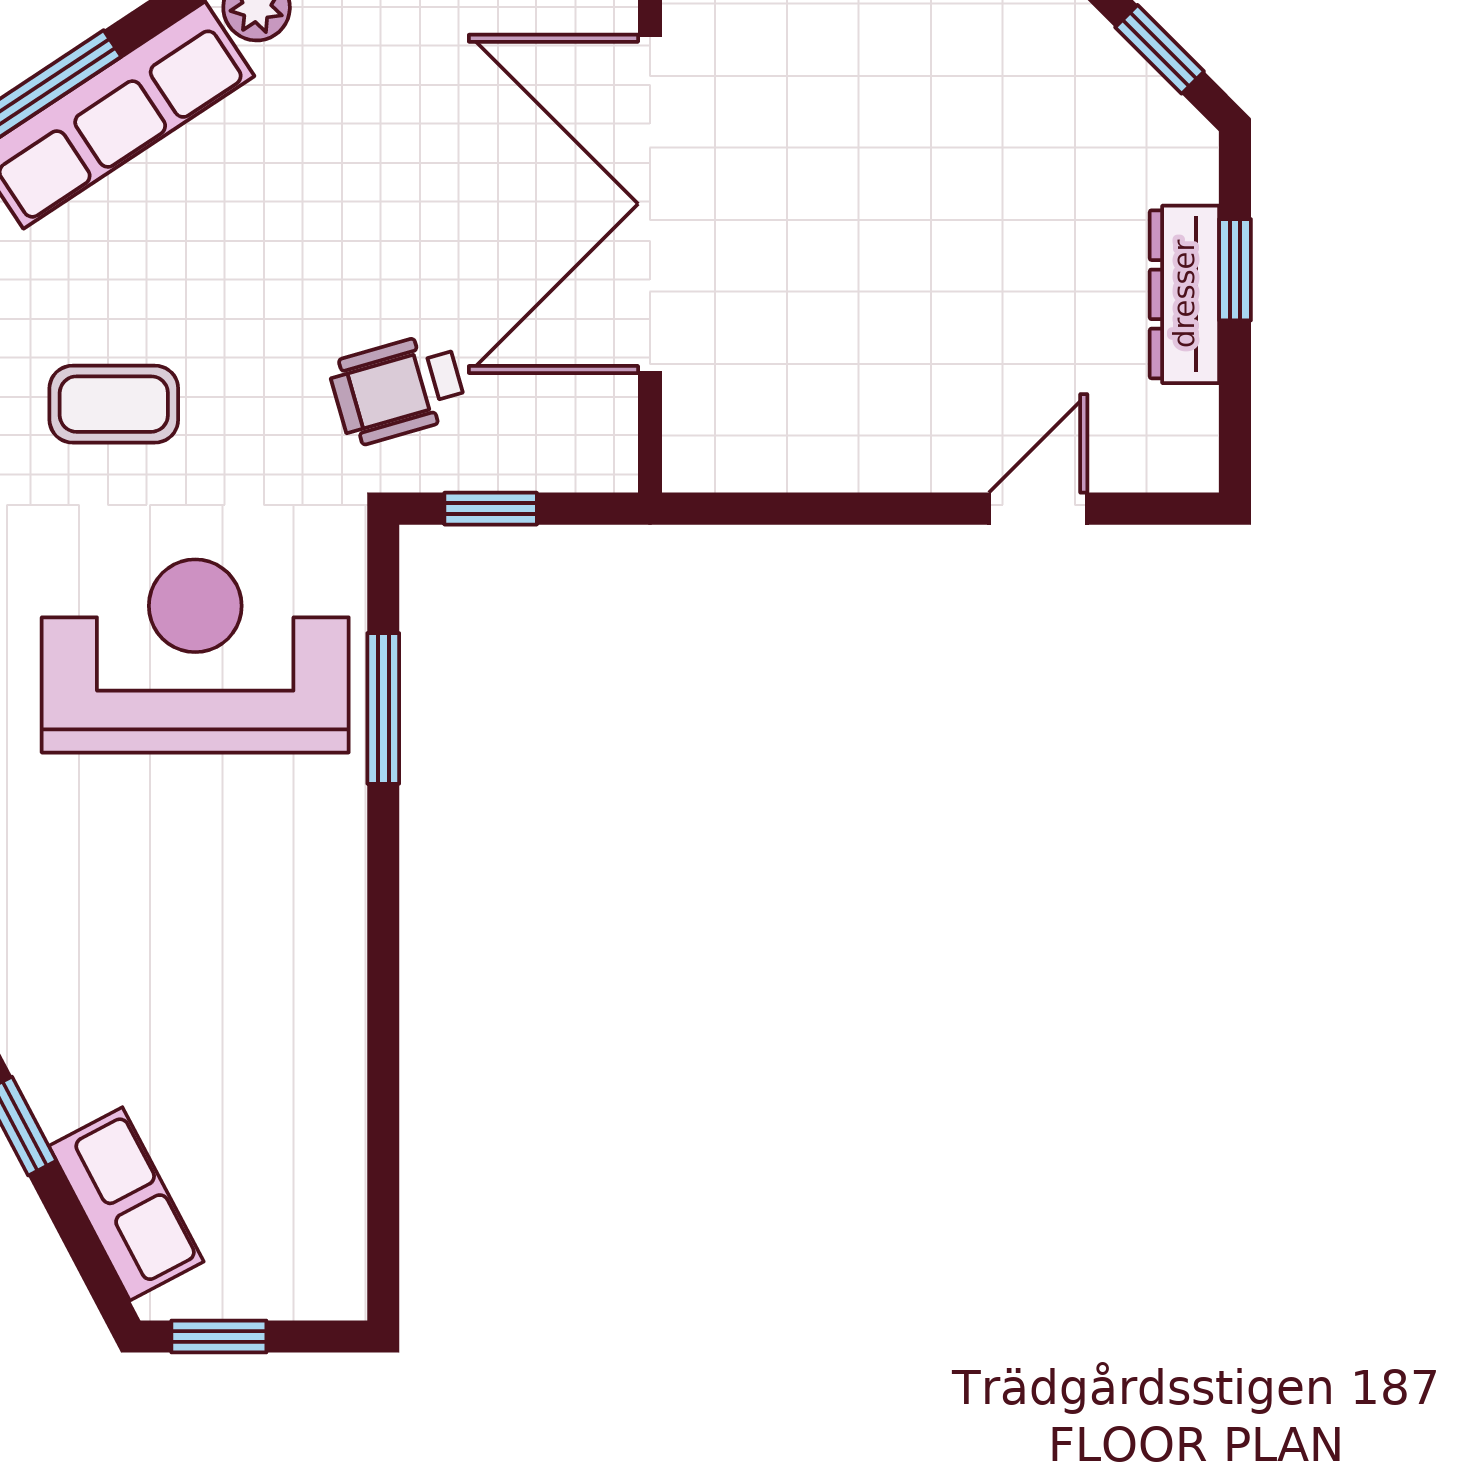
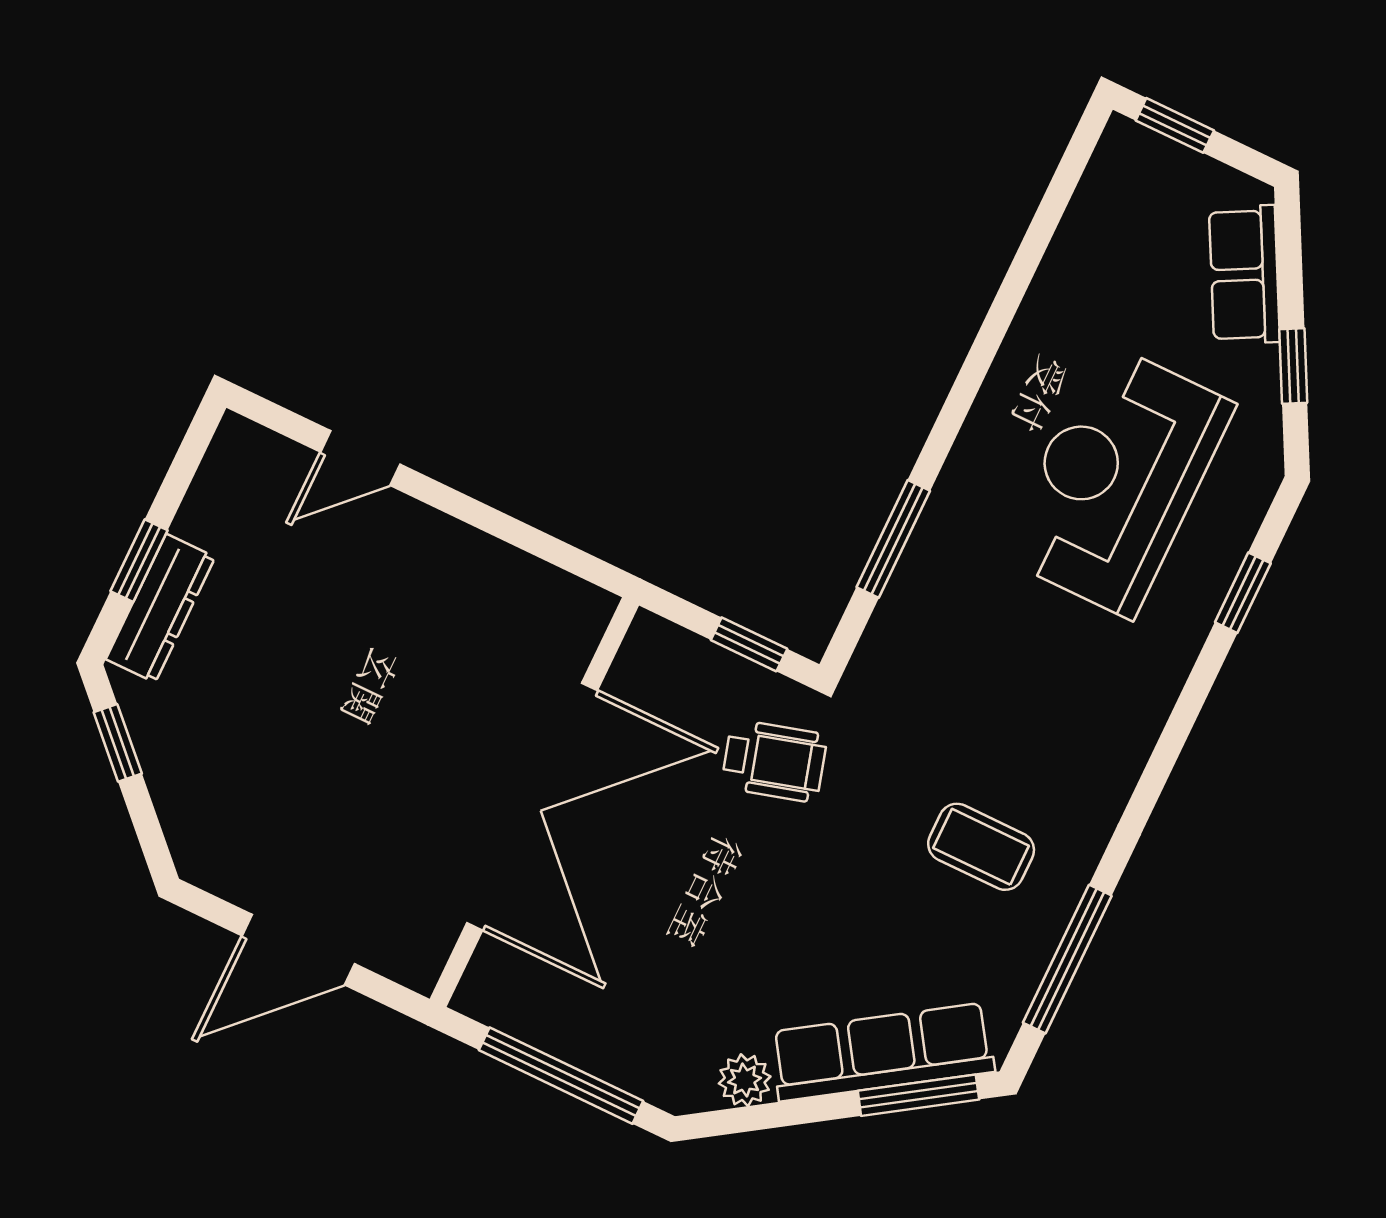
dresser: (1184, 294) -> (161, 608), moved
reception desk: (195, 656) -> (1117, 480), moved, turned 90
window: (219, 1337) -> (1175, 125), moved

